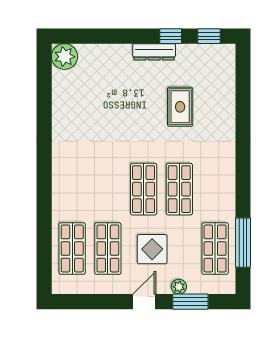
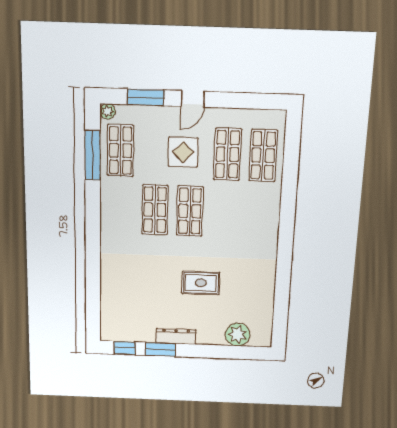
window: (171, 36) -> (160, 349), width x1.50
plant: (65, 57) -> (238, 335), moved
rug: (180, 107) -> (201, 283), moved, turned 90
plant: (179, 287) -> (108, 111), moved

